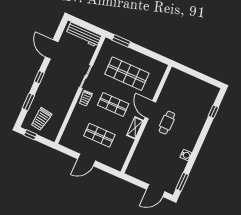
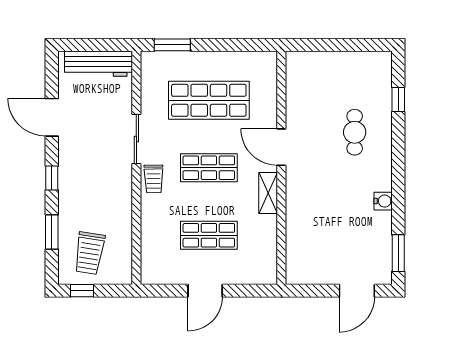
cafe table: (167, 123) -> (355, 132), moved

